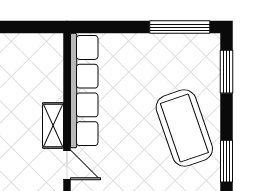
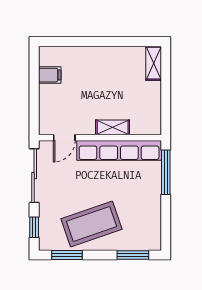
window: (180, 27) -> (166, 172), moved
shelving: (53, 125) -> (113, 127), moved

